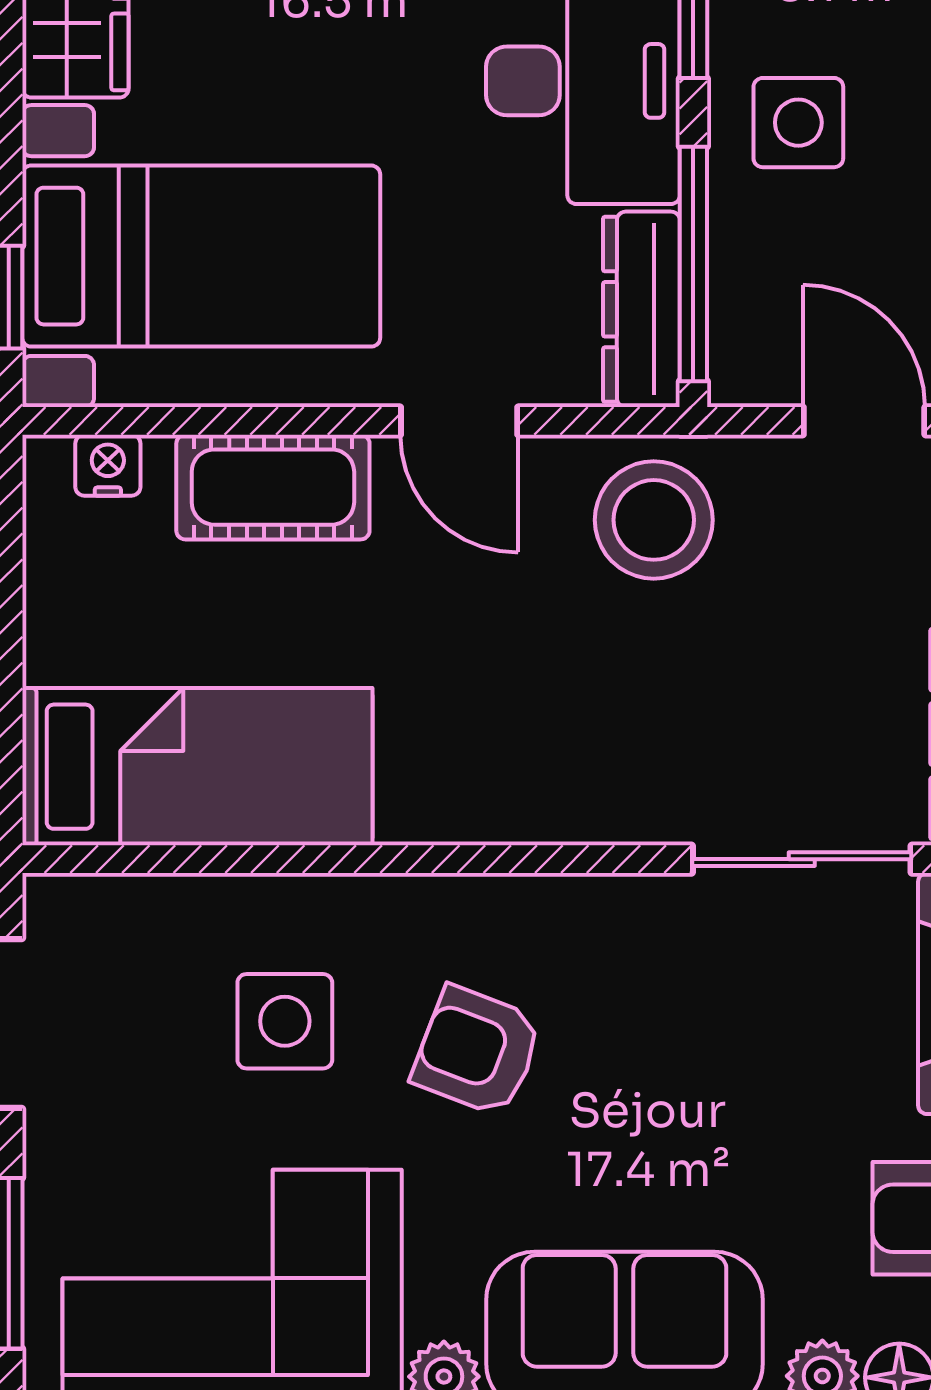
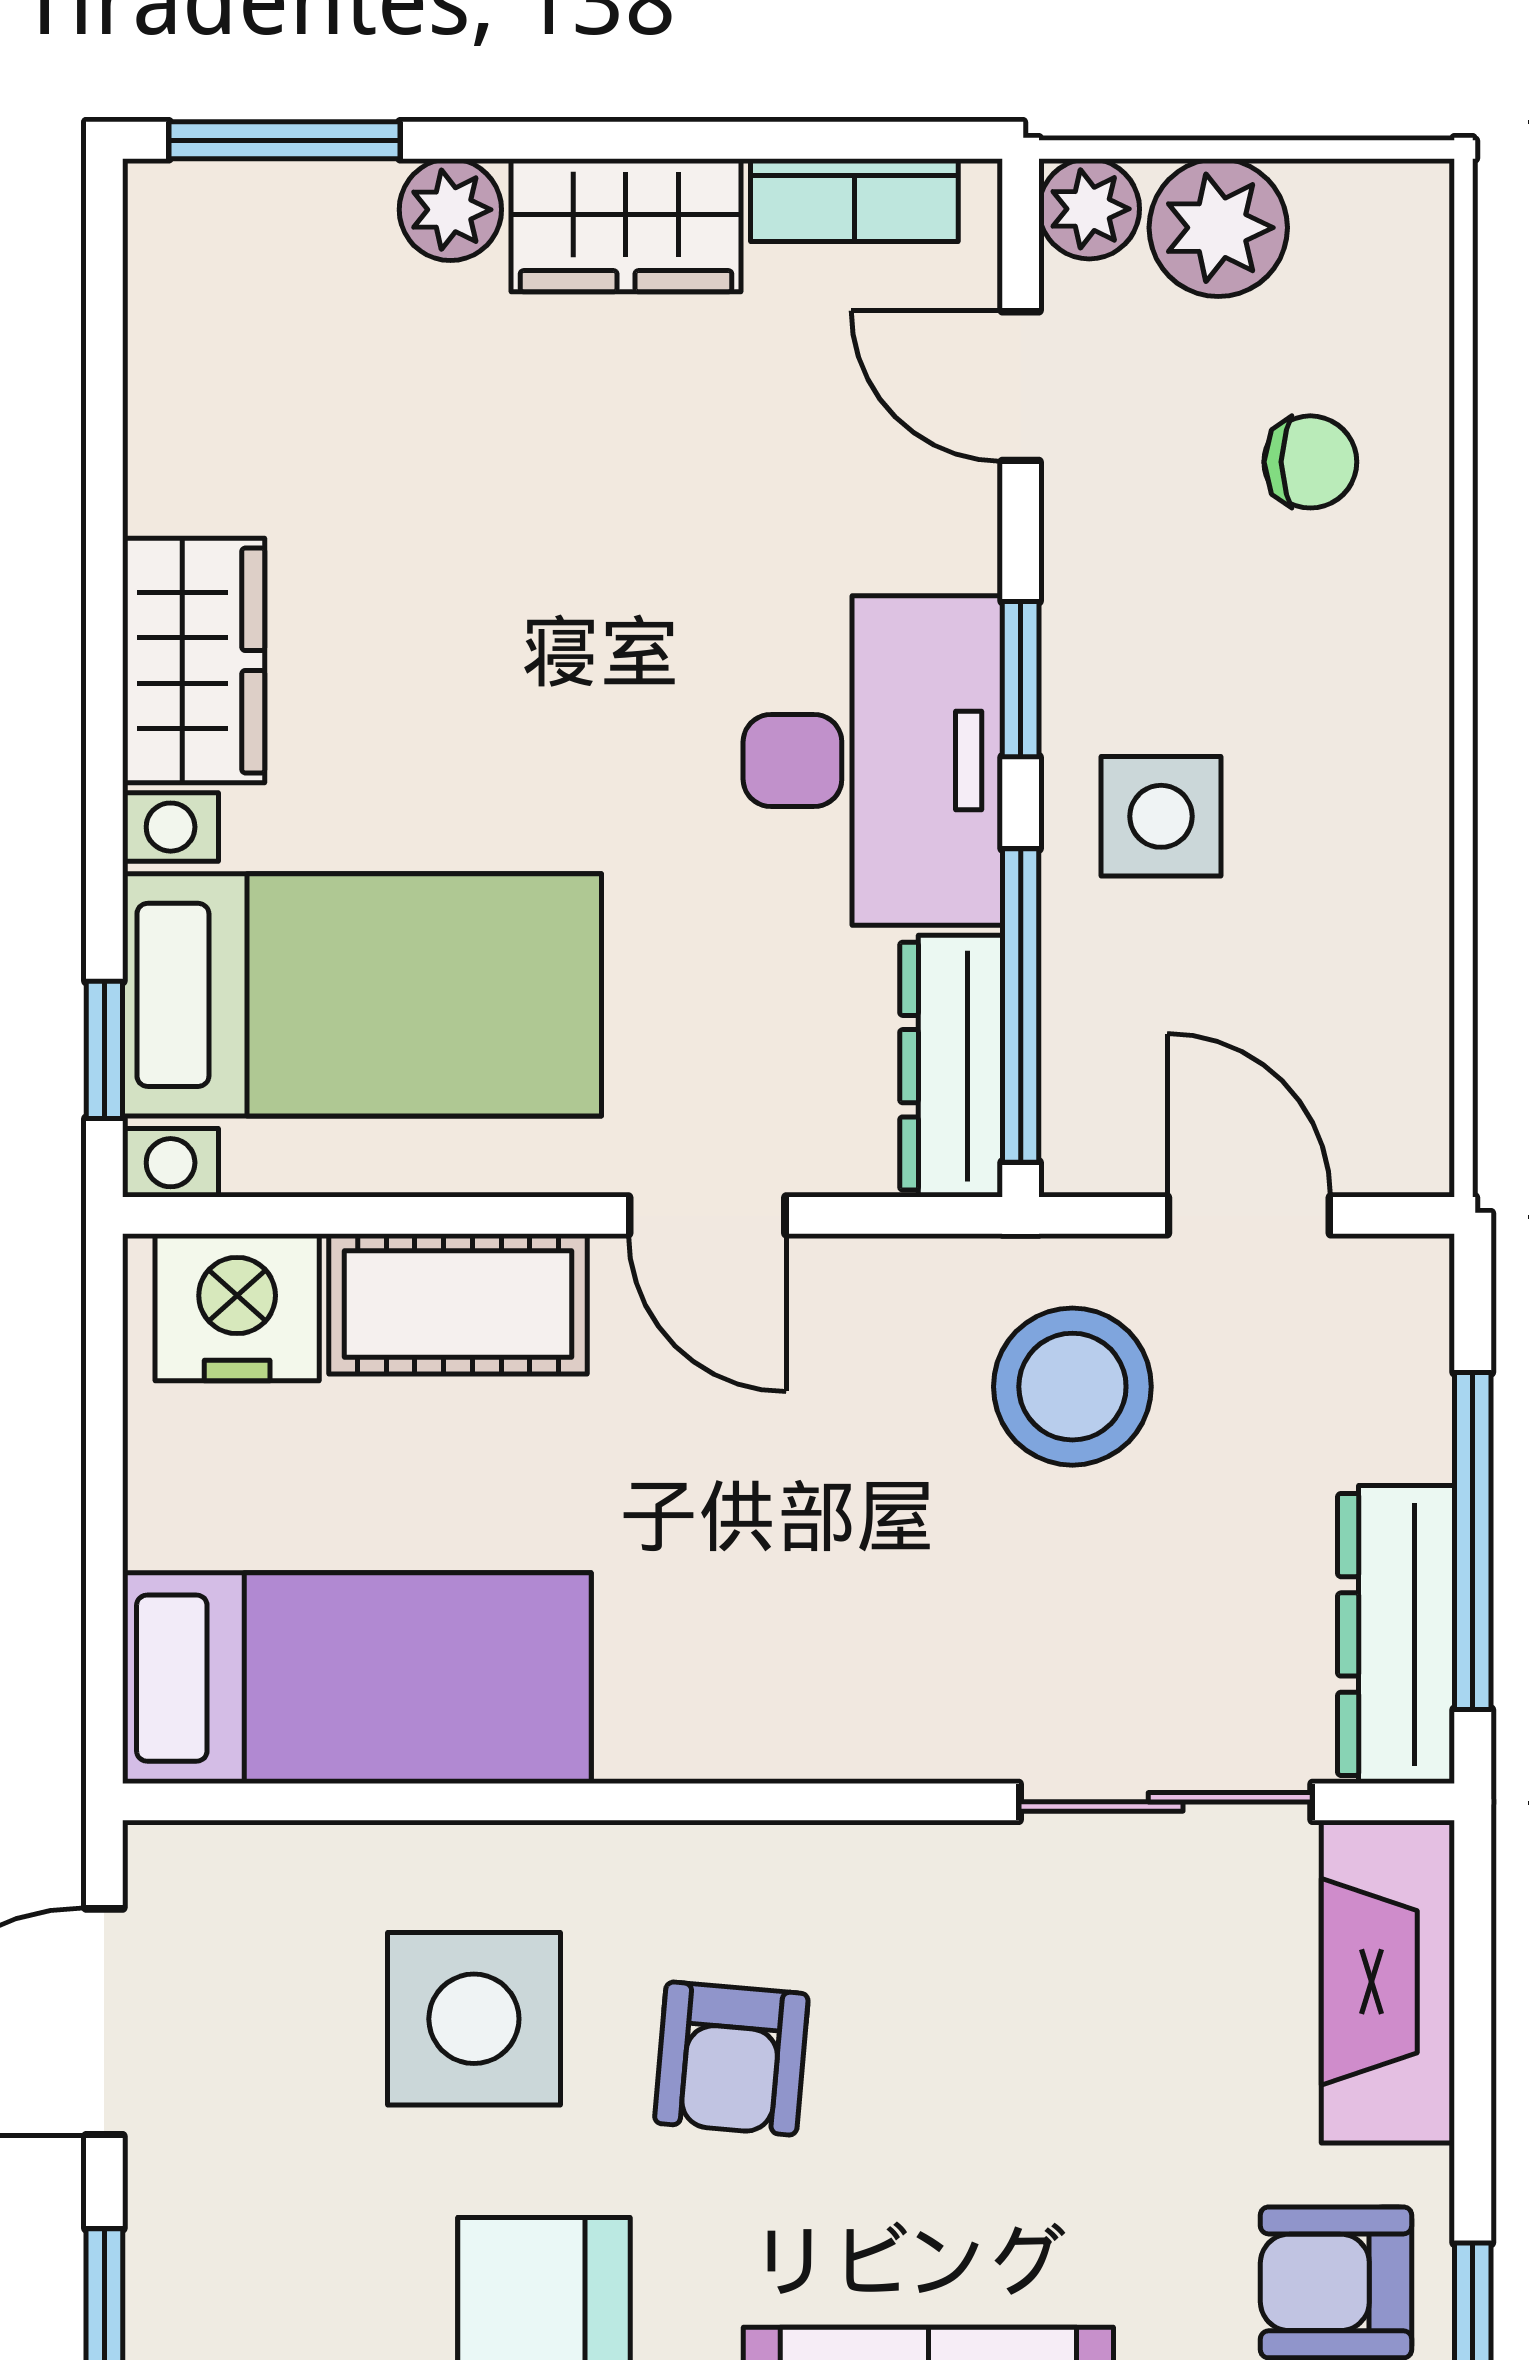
nightstand: (108, 465) -> (237, 1307), width x1.89, depth x1.79
stool: (654, 520) -> (1072, 1387), moved
side table: (285, 1021) -> (474, 2019), width x1.37, depth x1.37
armchair: (477, 1051) -> (731, 2059), turned -106

